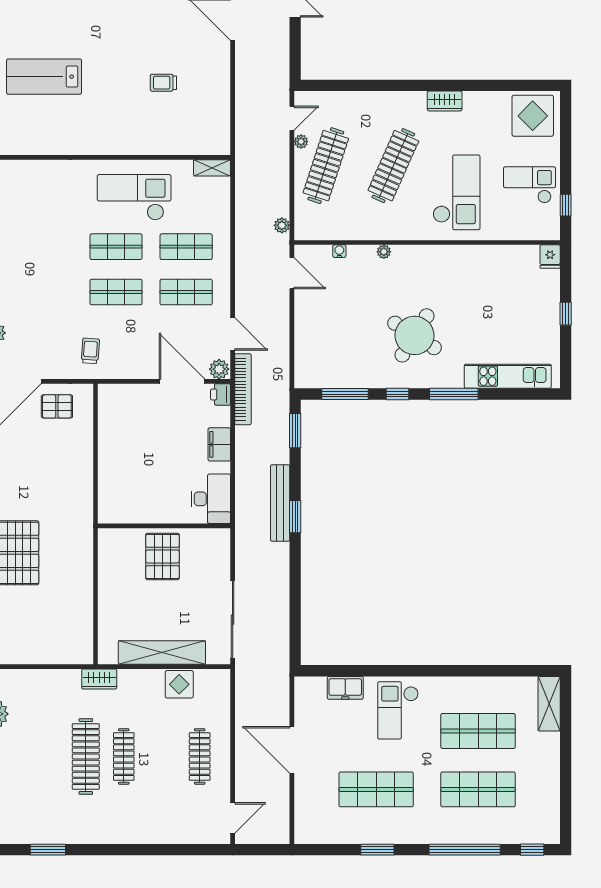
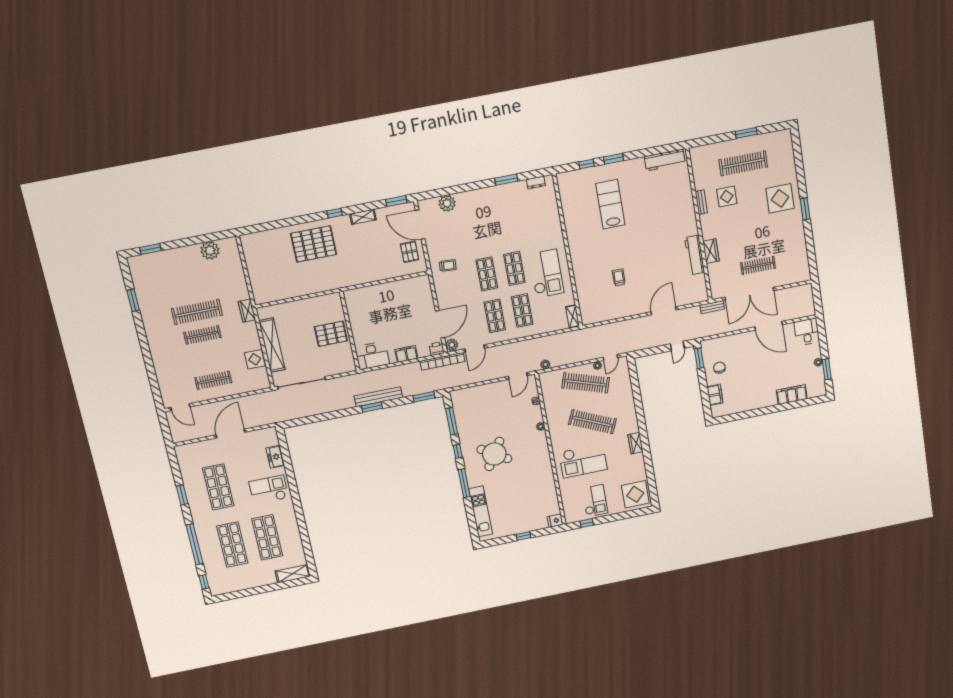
door: (292, 118) -> (610, 357), hinge flipped

